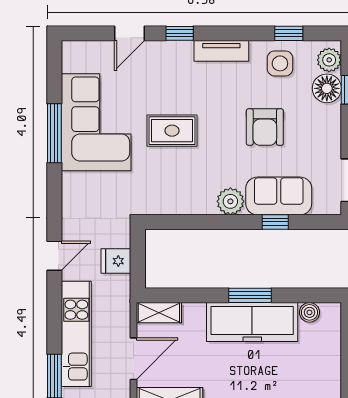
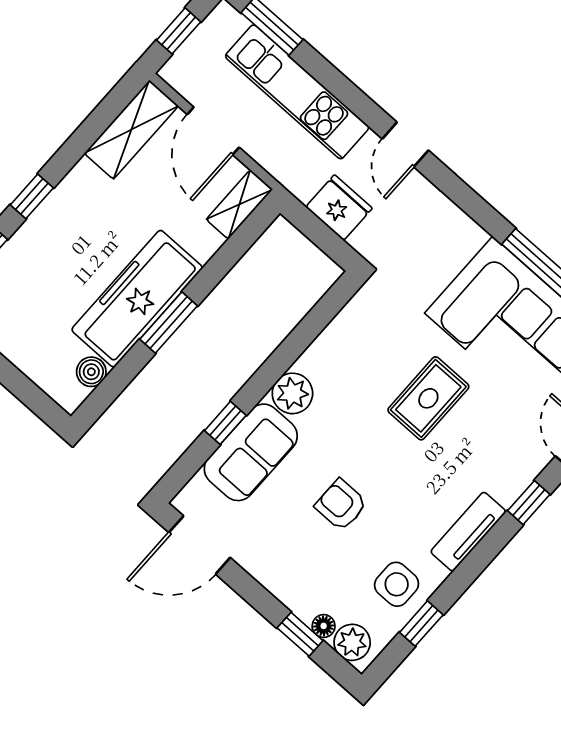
floor lamp: (327, 88) -> (324, 626), width x0.53, depth x0.53
armchair: (265, 127) -> (341, 505), width x0.72, depth x0.72
fridge: (116, 261) -> (339, 208), width x1.38

